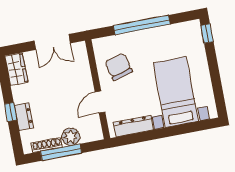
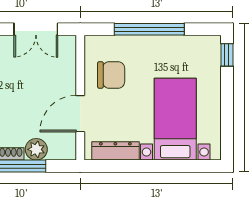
chair: (119, 67) -> (111, 75), turned 105
door: (100, 102) -> (80, 114), width x1.38

